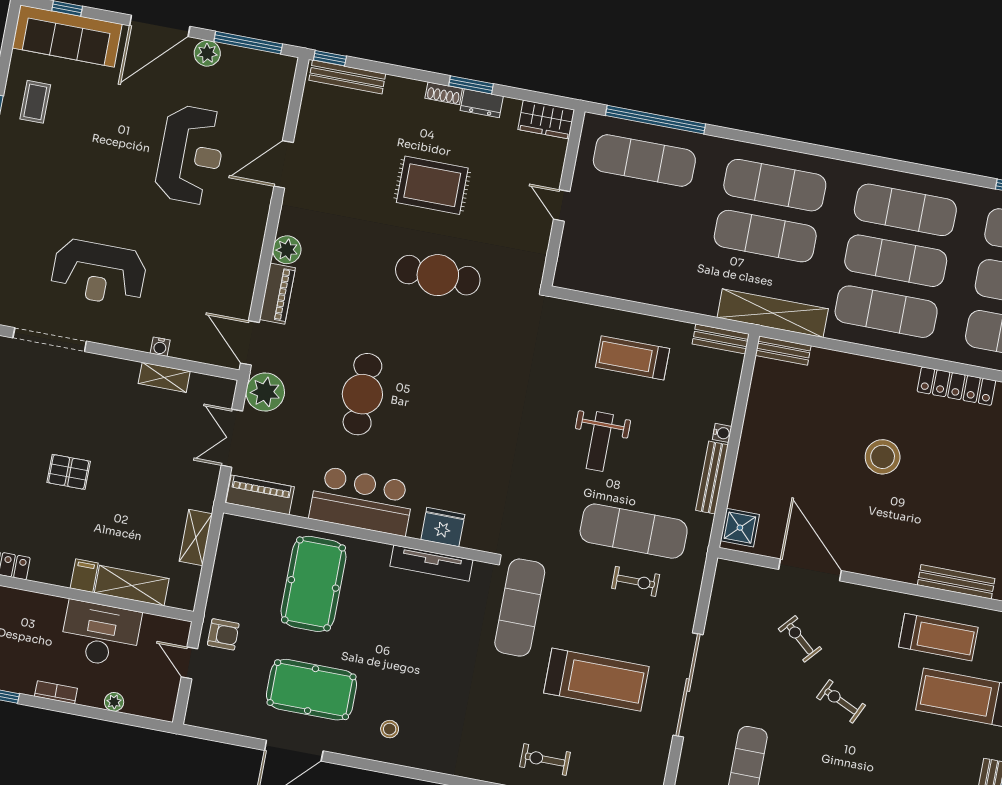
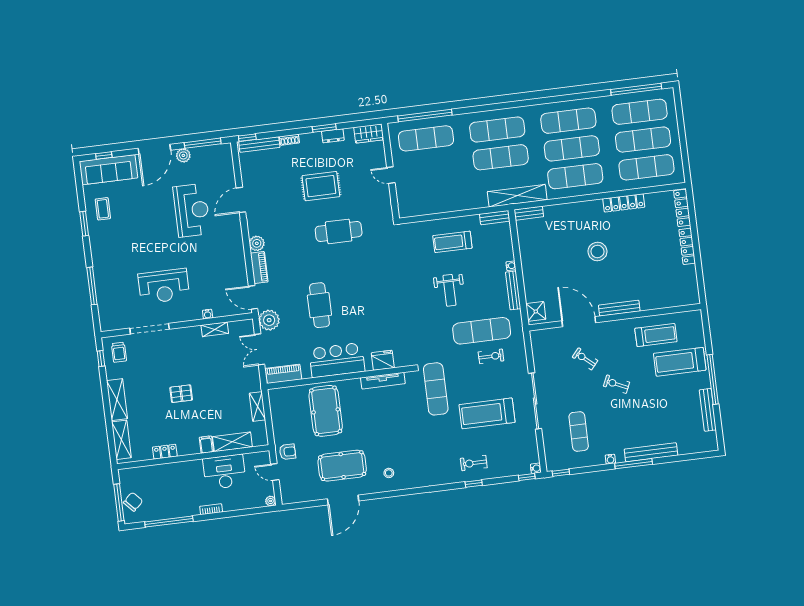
shoe rack: (444, 93) -> (290, 140), moved
bench: (956, 582) -> (619, 308), moved
treadmill: (596, 680) -> (487, 413), turned 180
plant: (114, 702) -> (271, 501), moved

